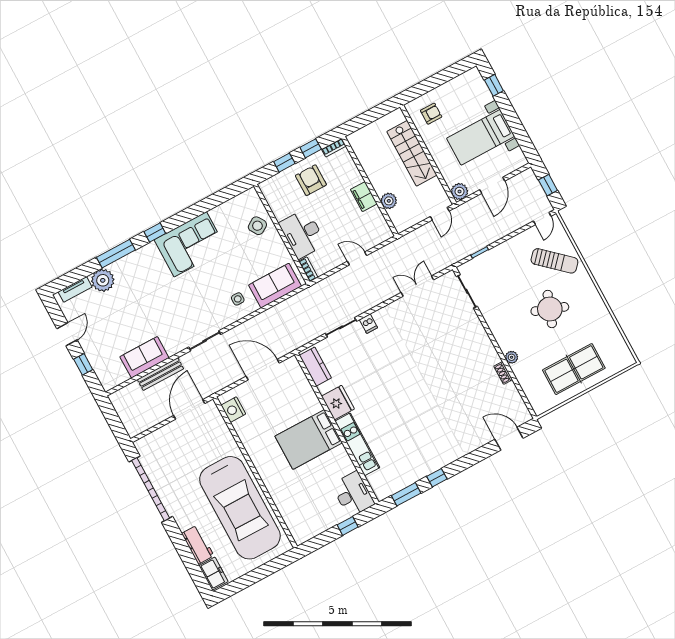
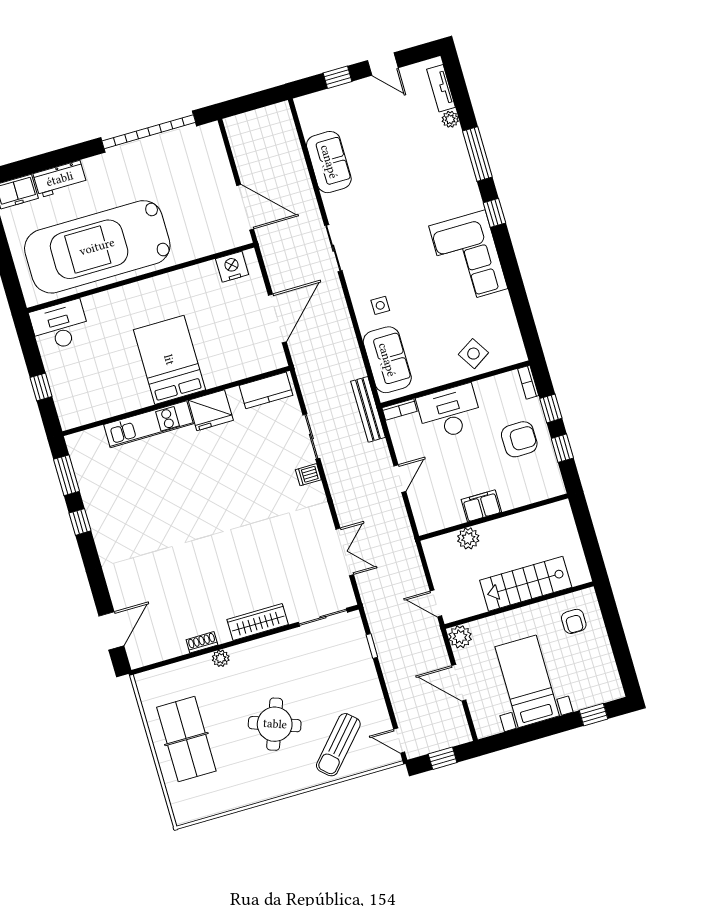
bookcase: (334, 148) -> (528, 382), moved
plant: (103, 280) -> (450, 119), width x0.53, depth x0.53
wardrobe: (480, 337) -> (258, 622), added
bench: (160, 374) -> (368, 409), moved
desk: (353, 494) -> (60, 326), moved, turned 180

